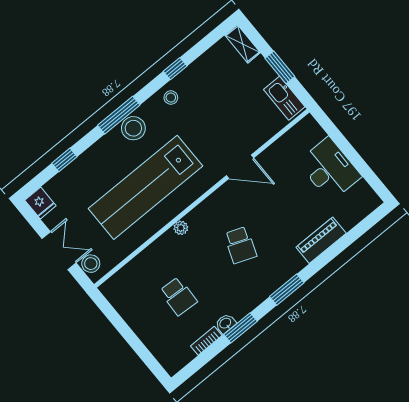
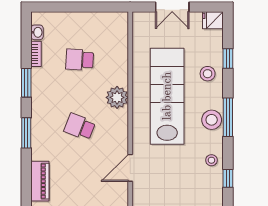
plant: (181, 228) -> (117, 97), width x1.88, depth x1.88
stool: (91, 264) -> (208, 74), moved
washbasin: (225, 323) -> (37, 32), moved

